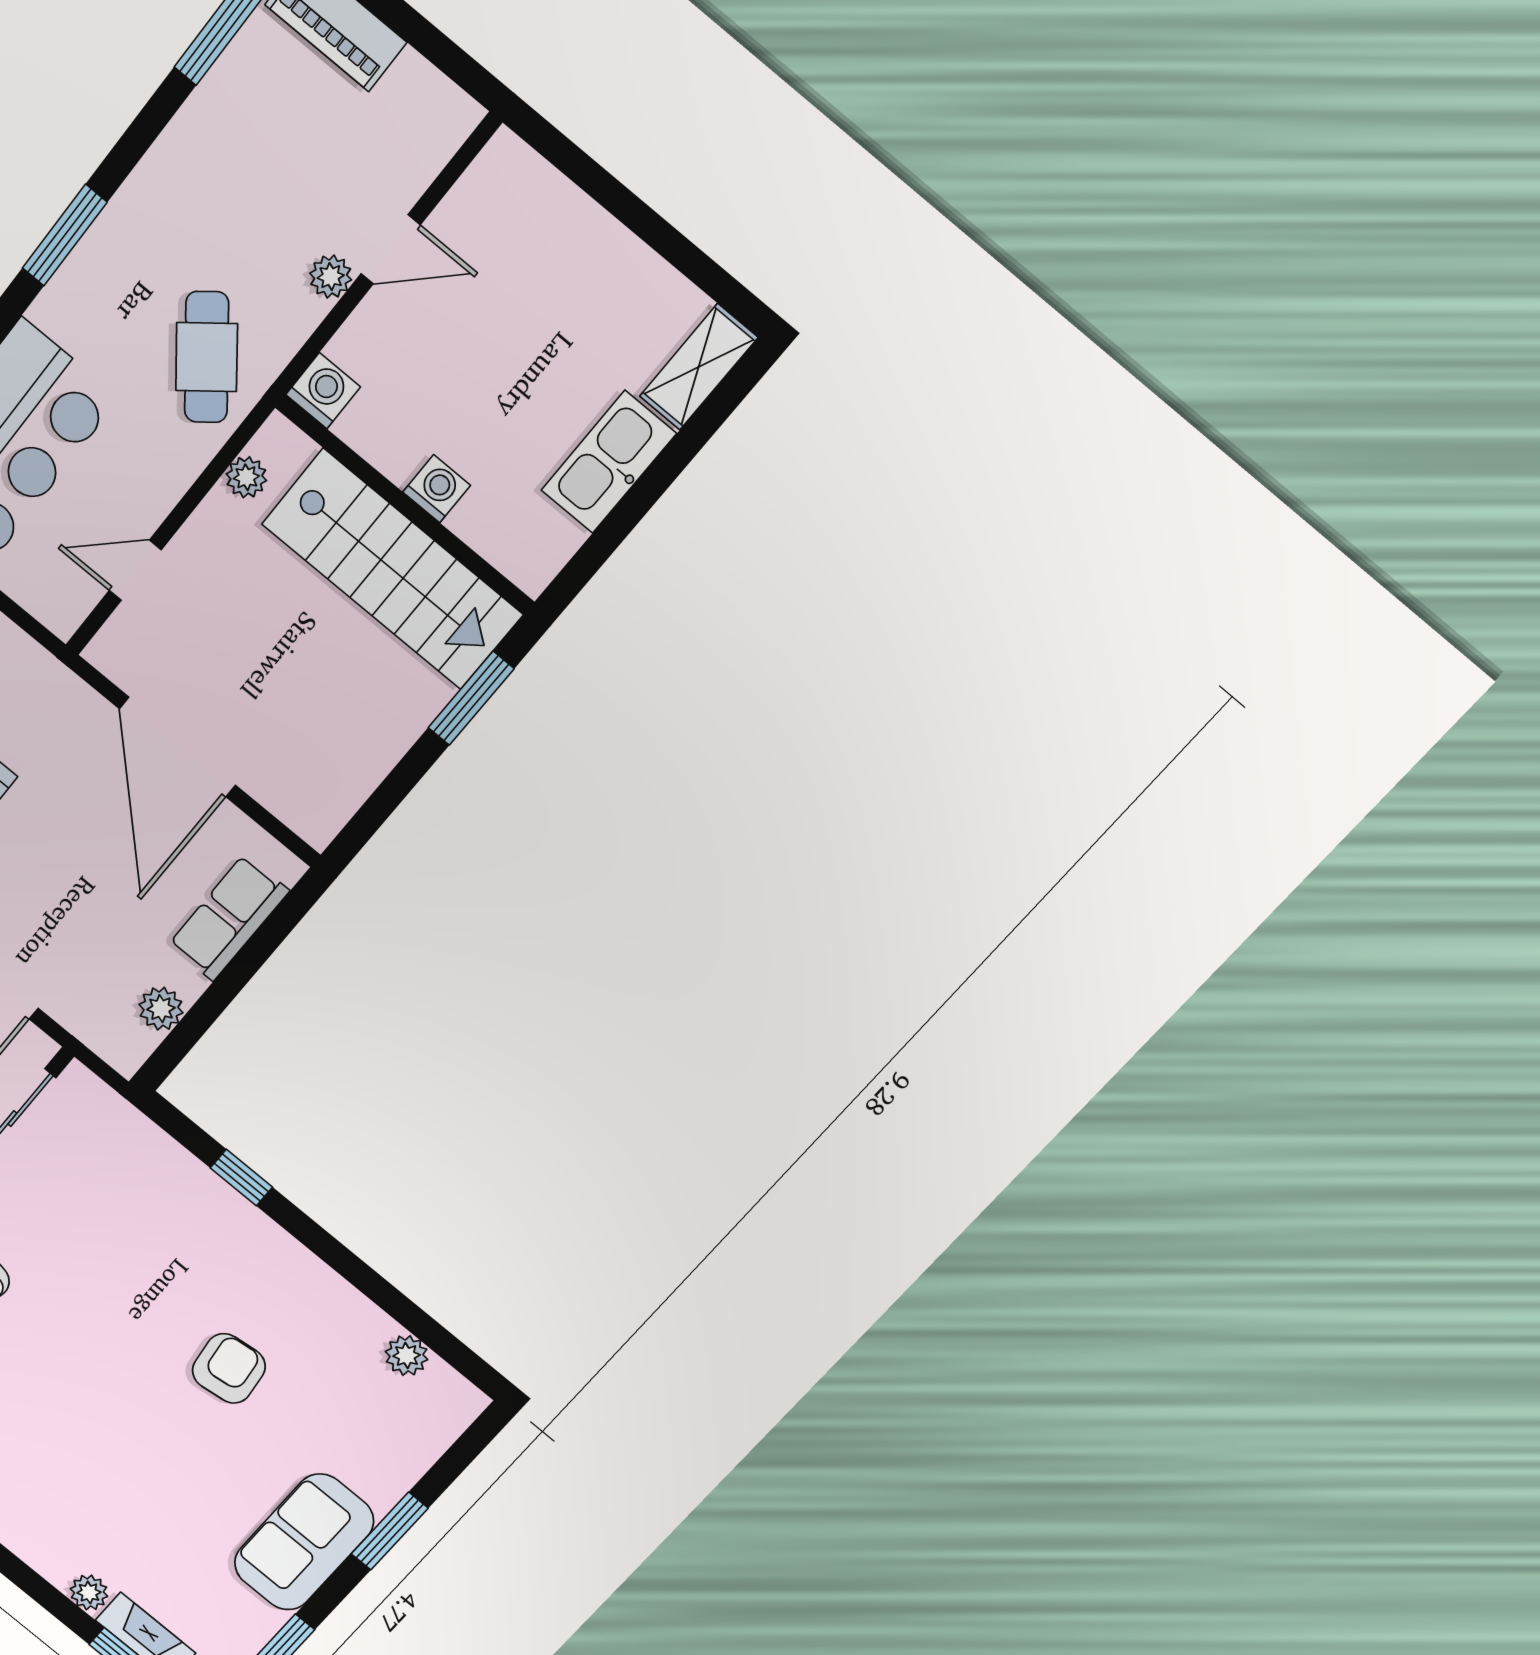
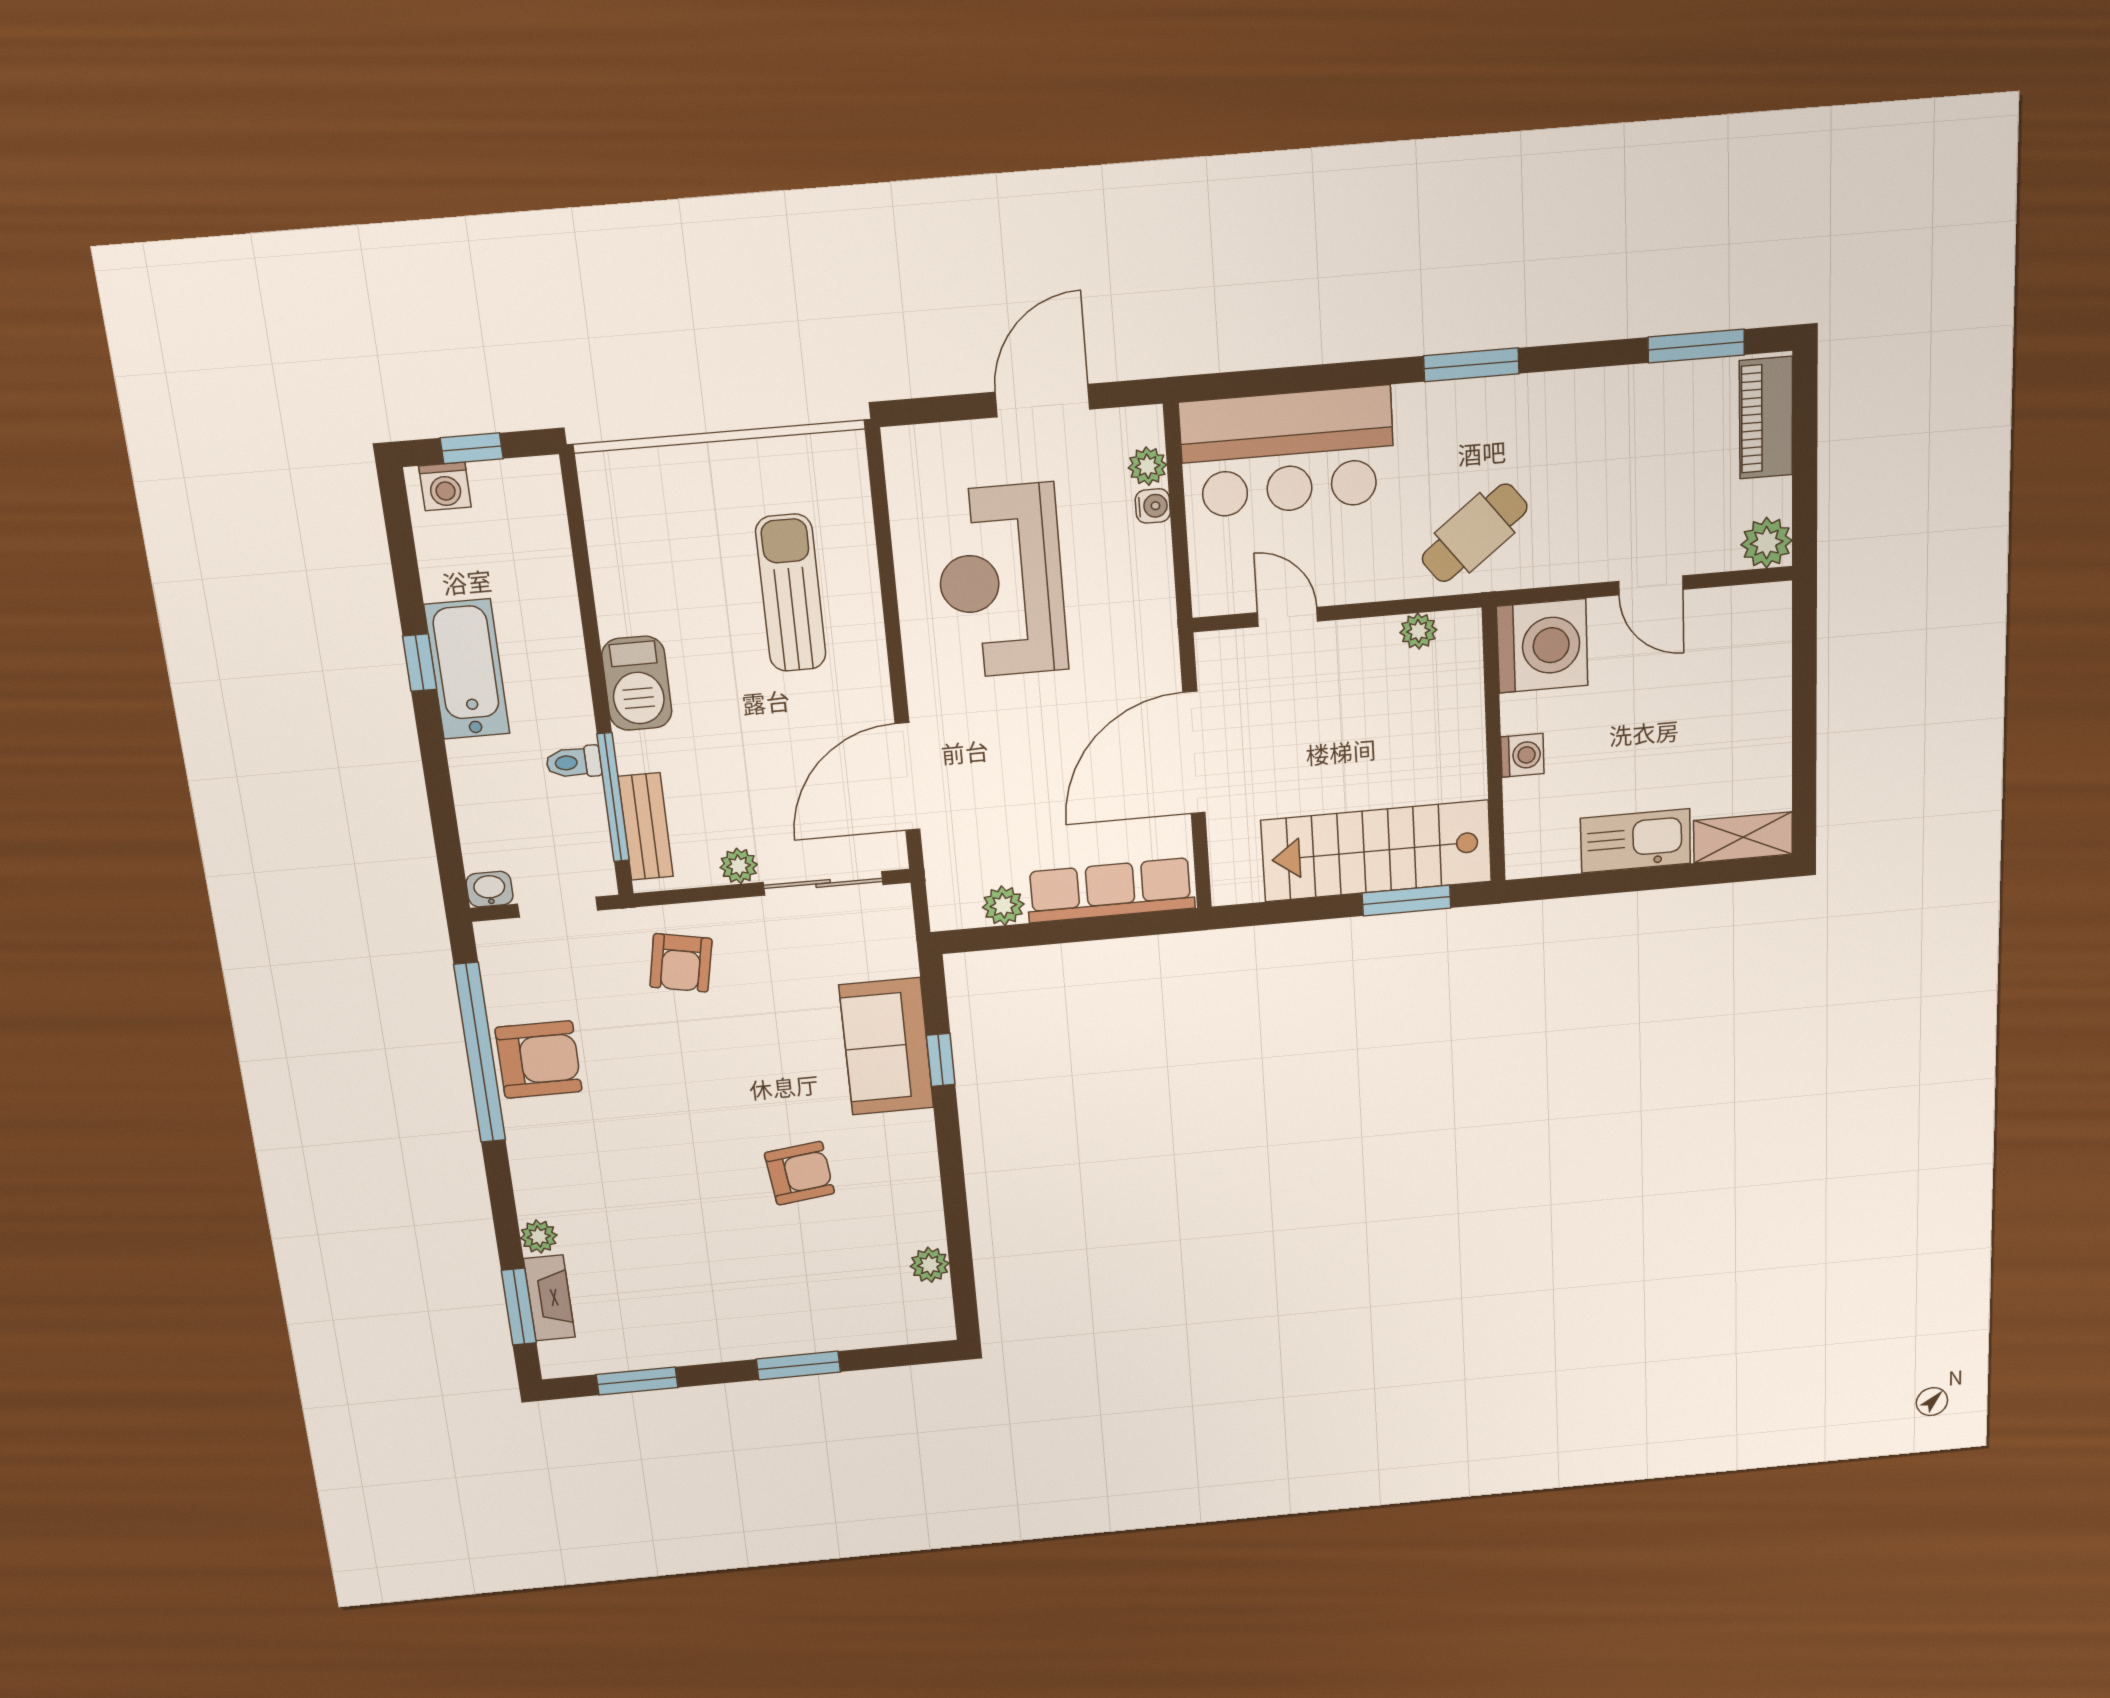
plant: (331, 277) -> (1767, 543), moved, width x1.38, depth x1.38
washing machine: (323, 391) -> (1542, 646), width x1.89, depth x1.89
stairs: (392, 569) -> (1377, 851), moved, turned 90
row of seats: (229, 918) -> (1111, 890), width x1.48
sofa: (304, 1542) -> (886, 1047), moved, turned -90

